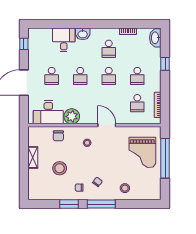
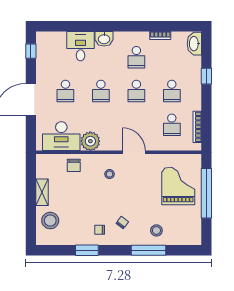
grand piano: (142, 152) -> (178, 186), turned 180
stool: (60, 168) -> (50, 221), moved
window: (101, 204) -> (149, 250), moved

